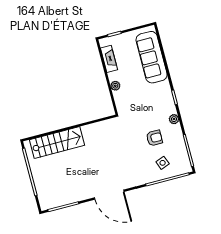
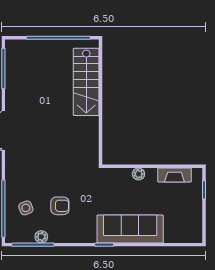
sofa: (152, 57) -> (130, 229), moved
plant: (174, 119) -> (41, 237), moved
armchair: (154, 138) -> (60, 206), turned -91

